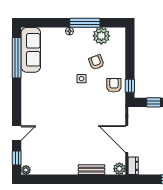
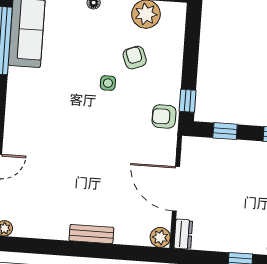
armchair: (114, 85) -> (164, 116), moved, turned -90
bench: (92, 170) -> (91, 234), moved

